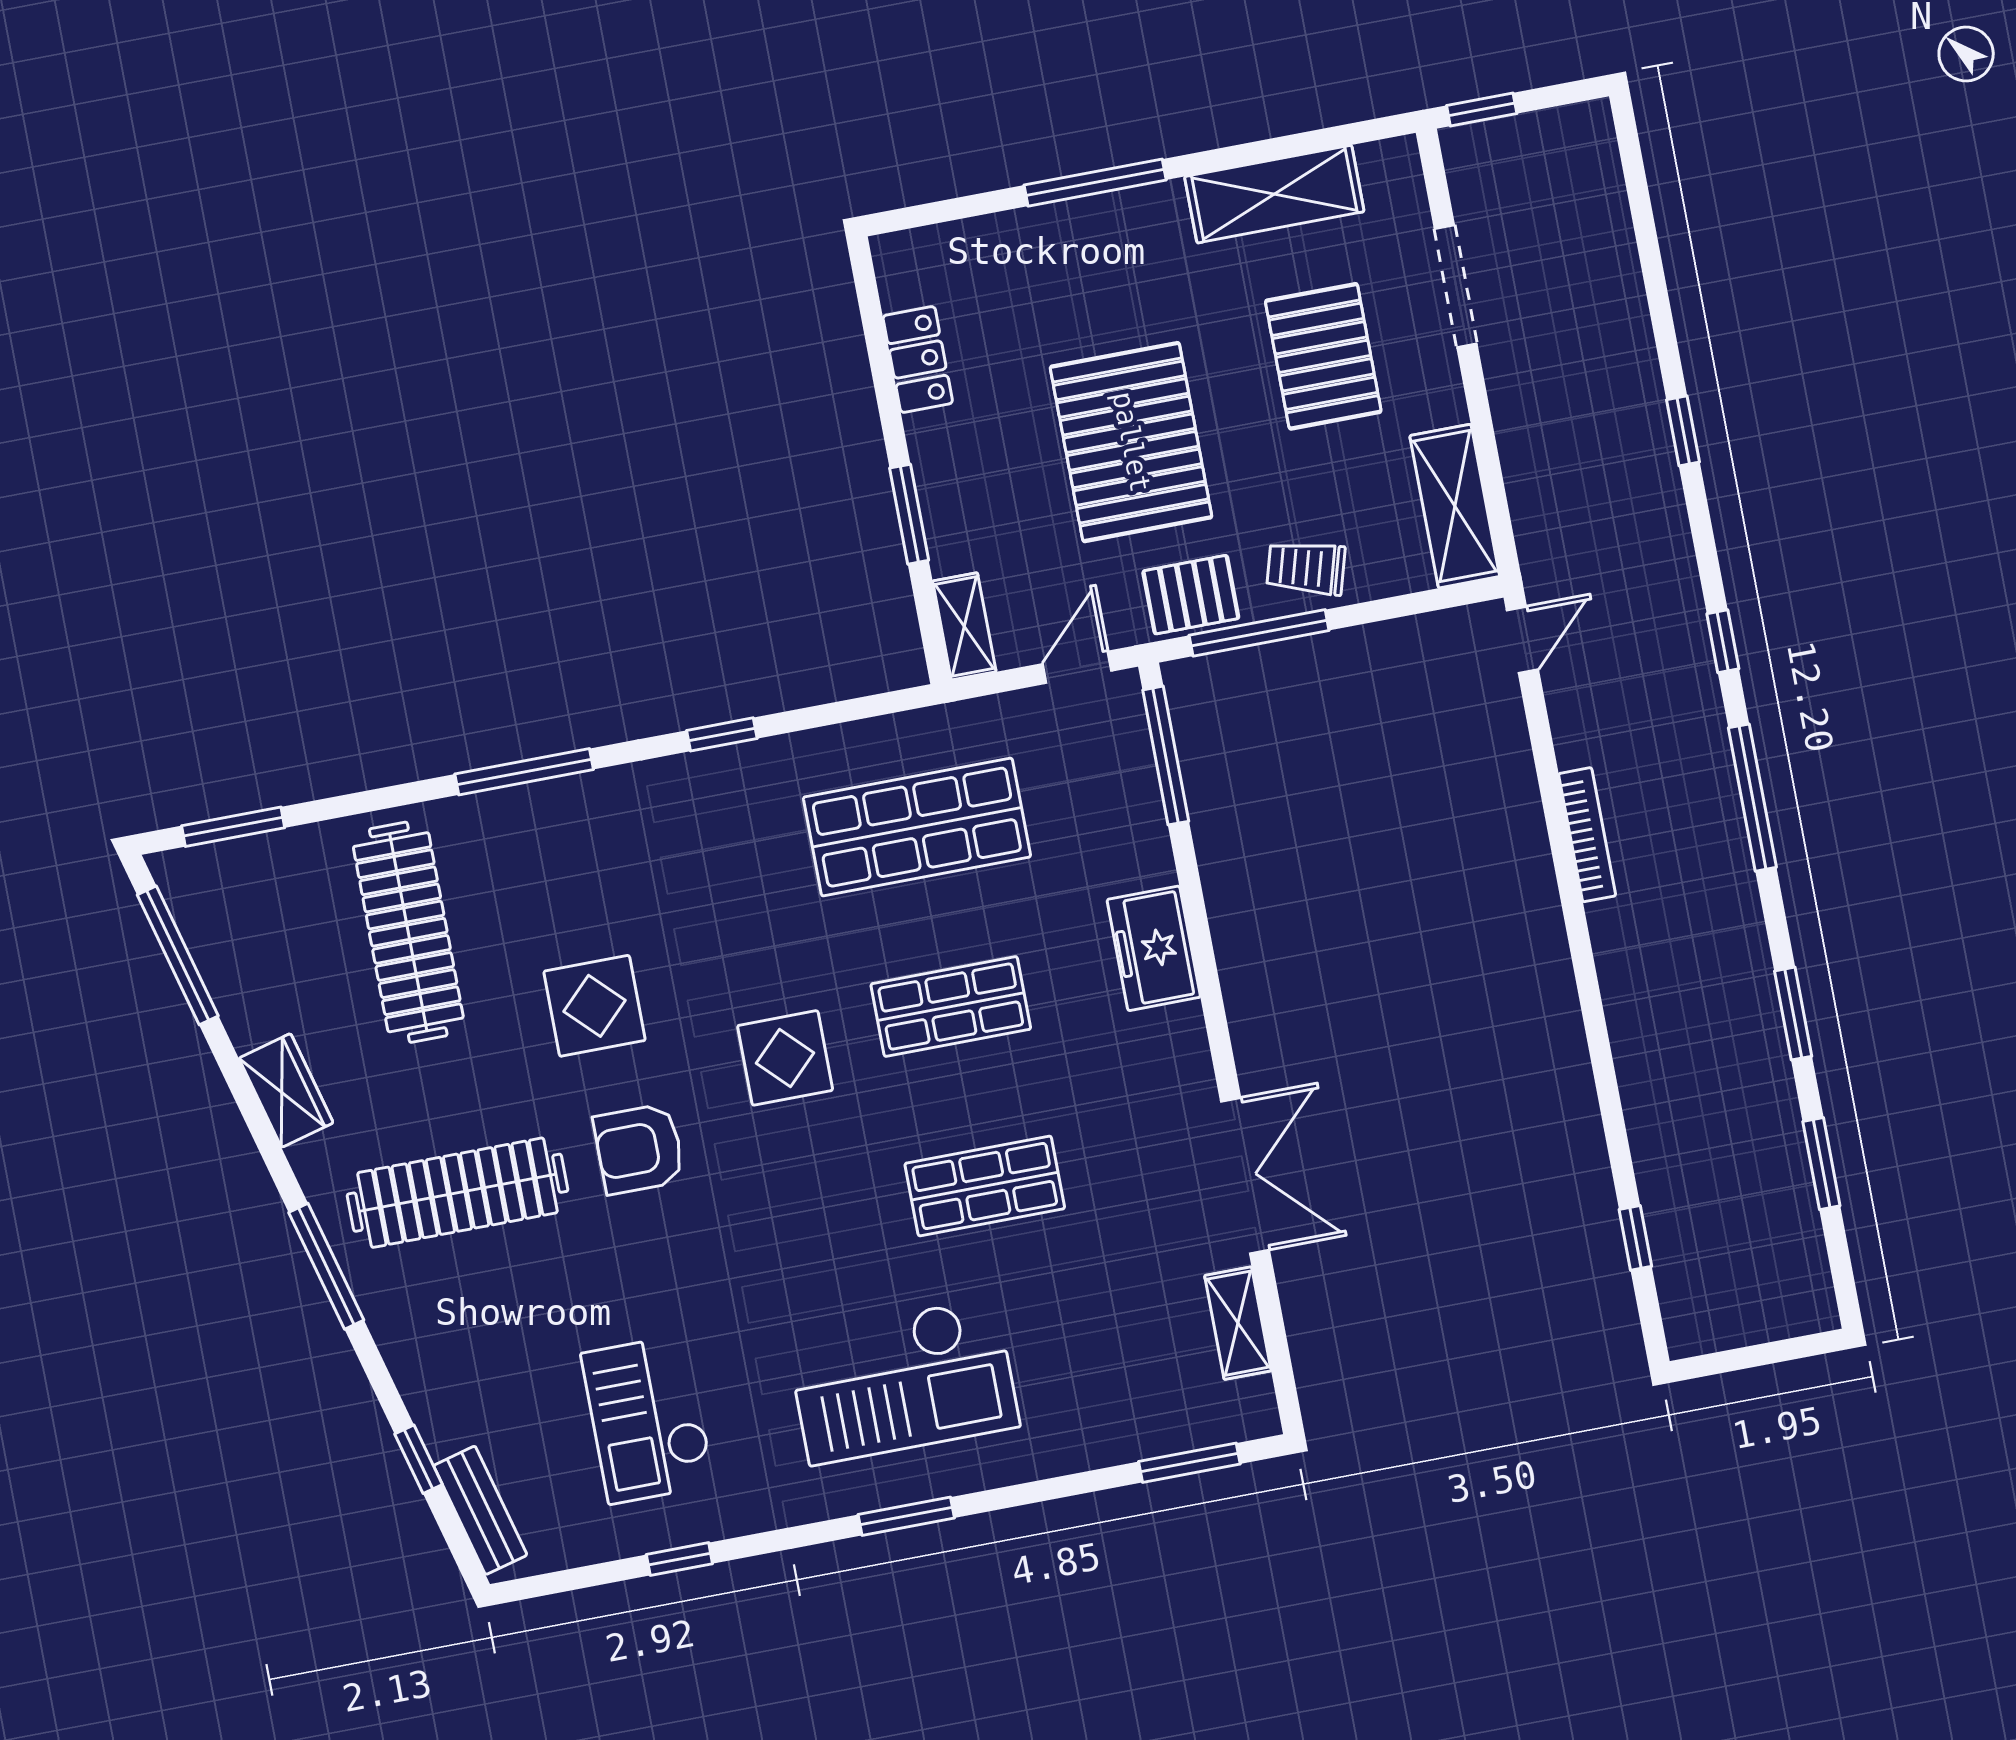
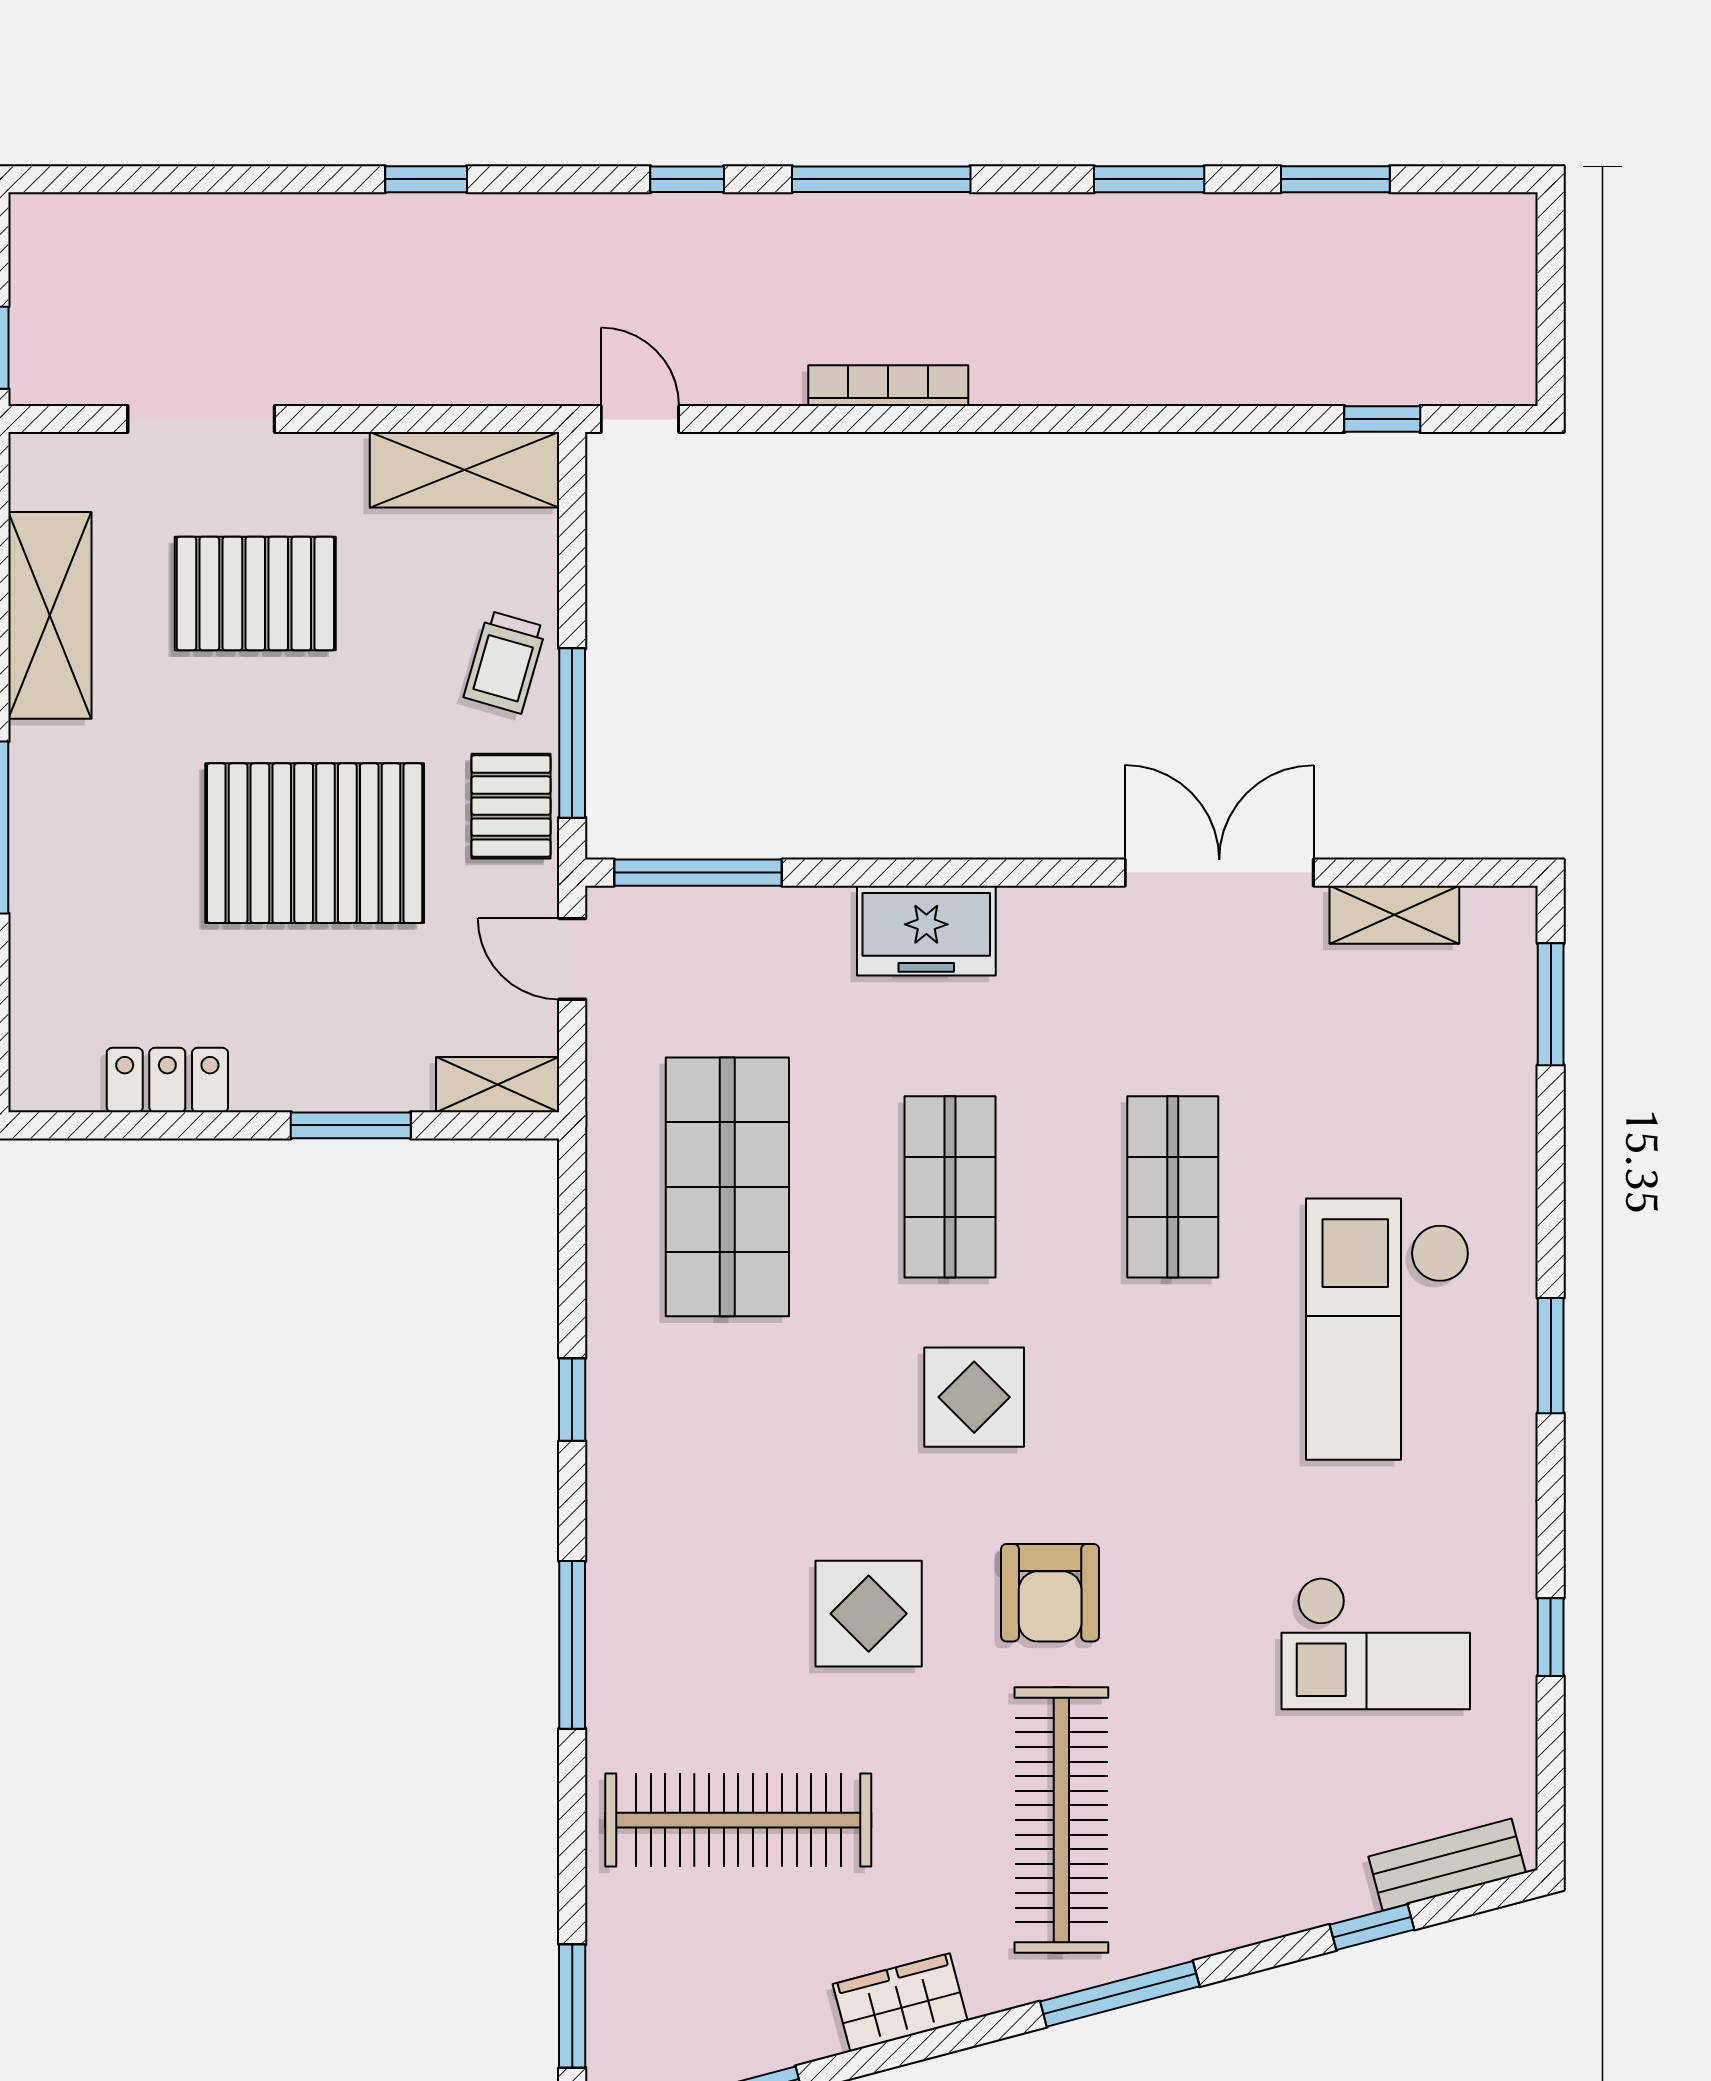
checkout: (903, 1381) -> (1388, 1329), turned 180

